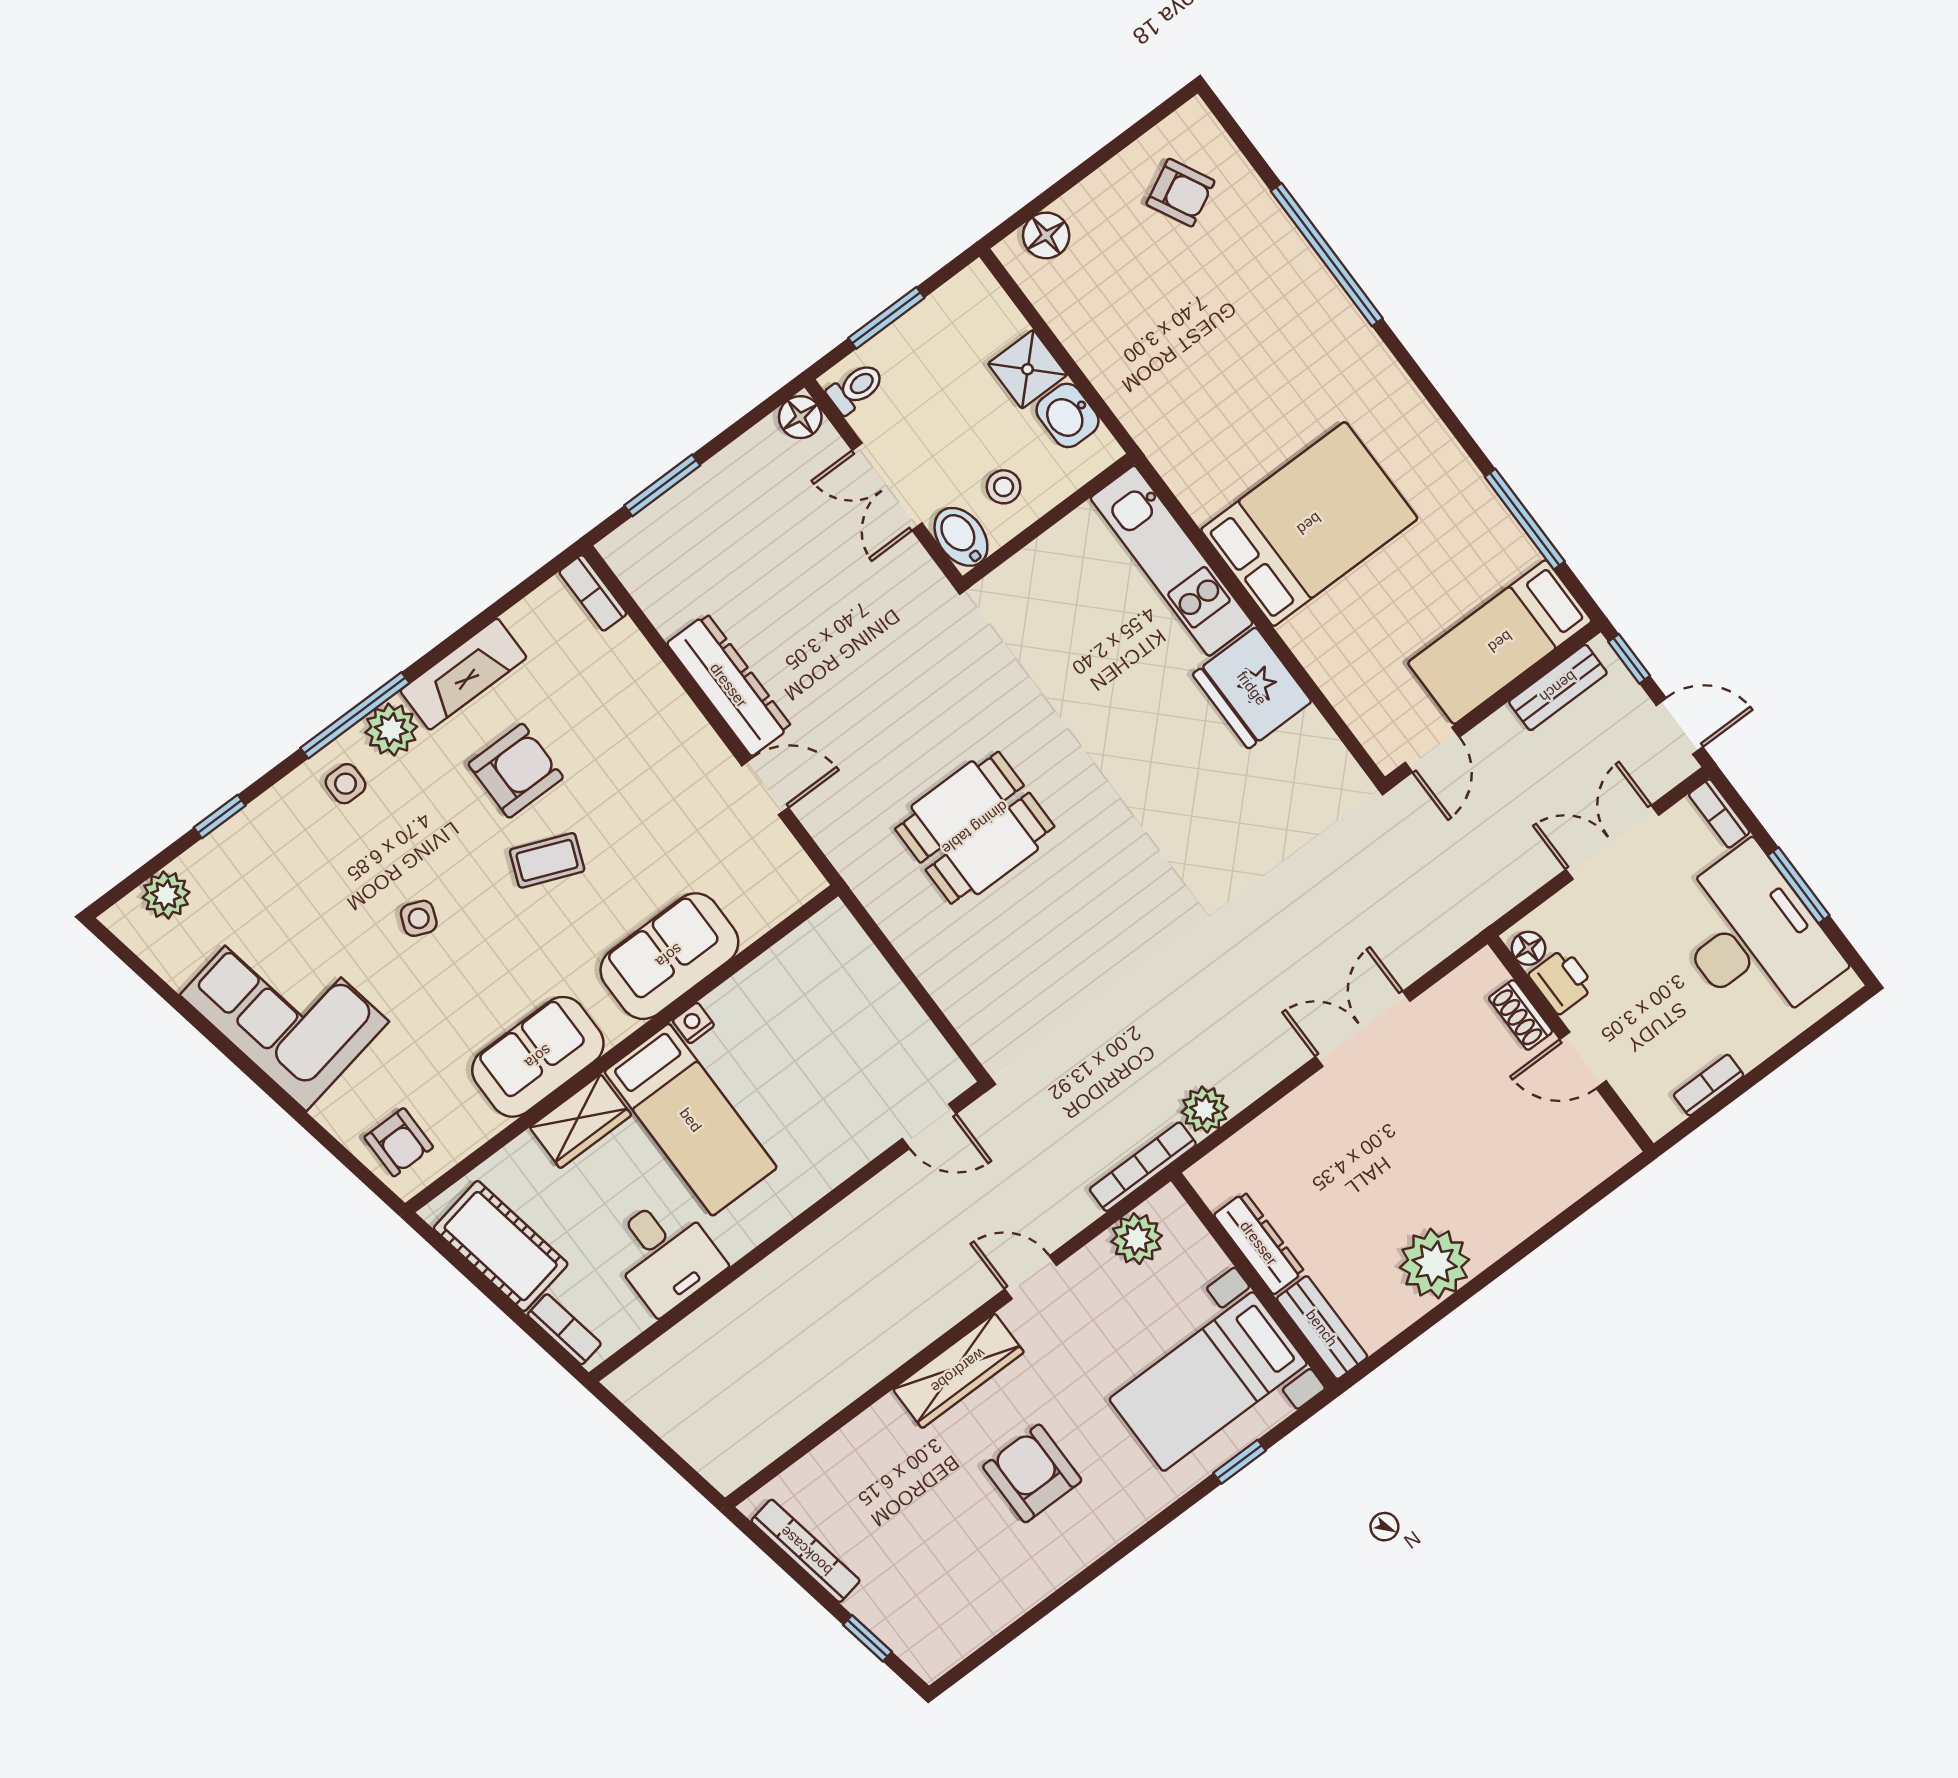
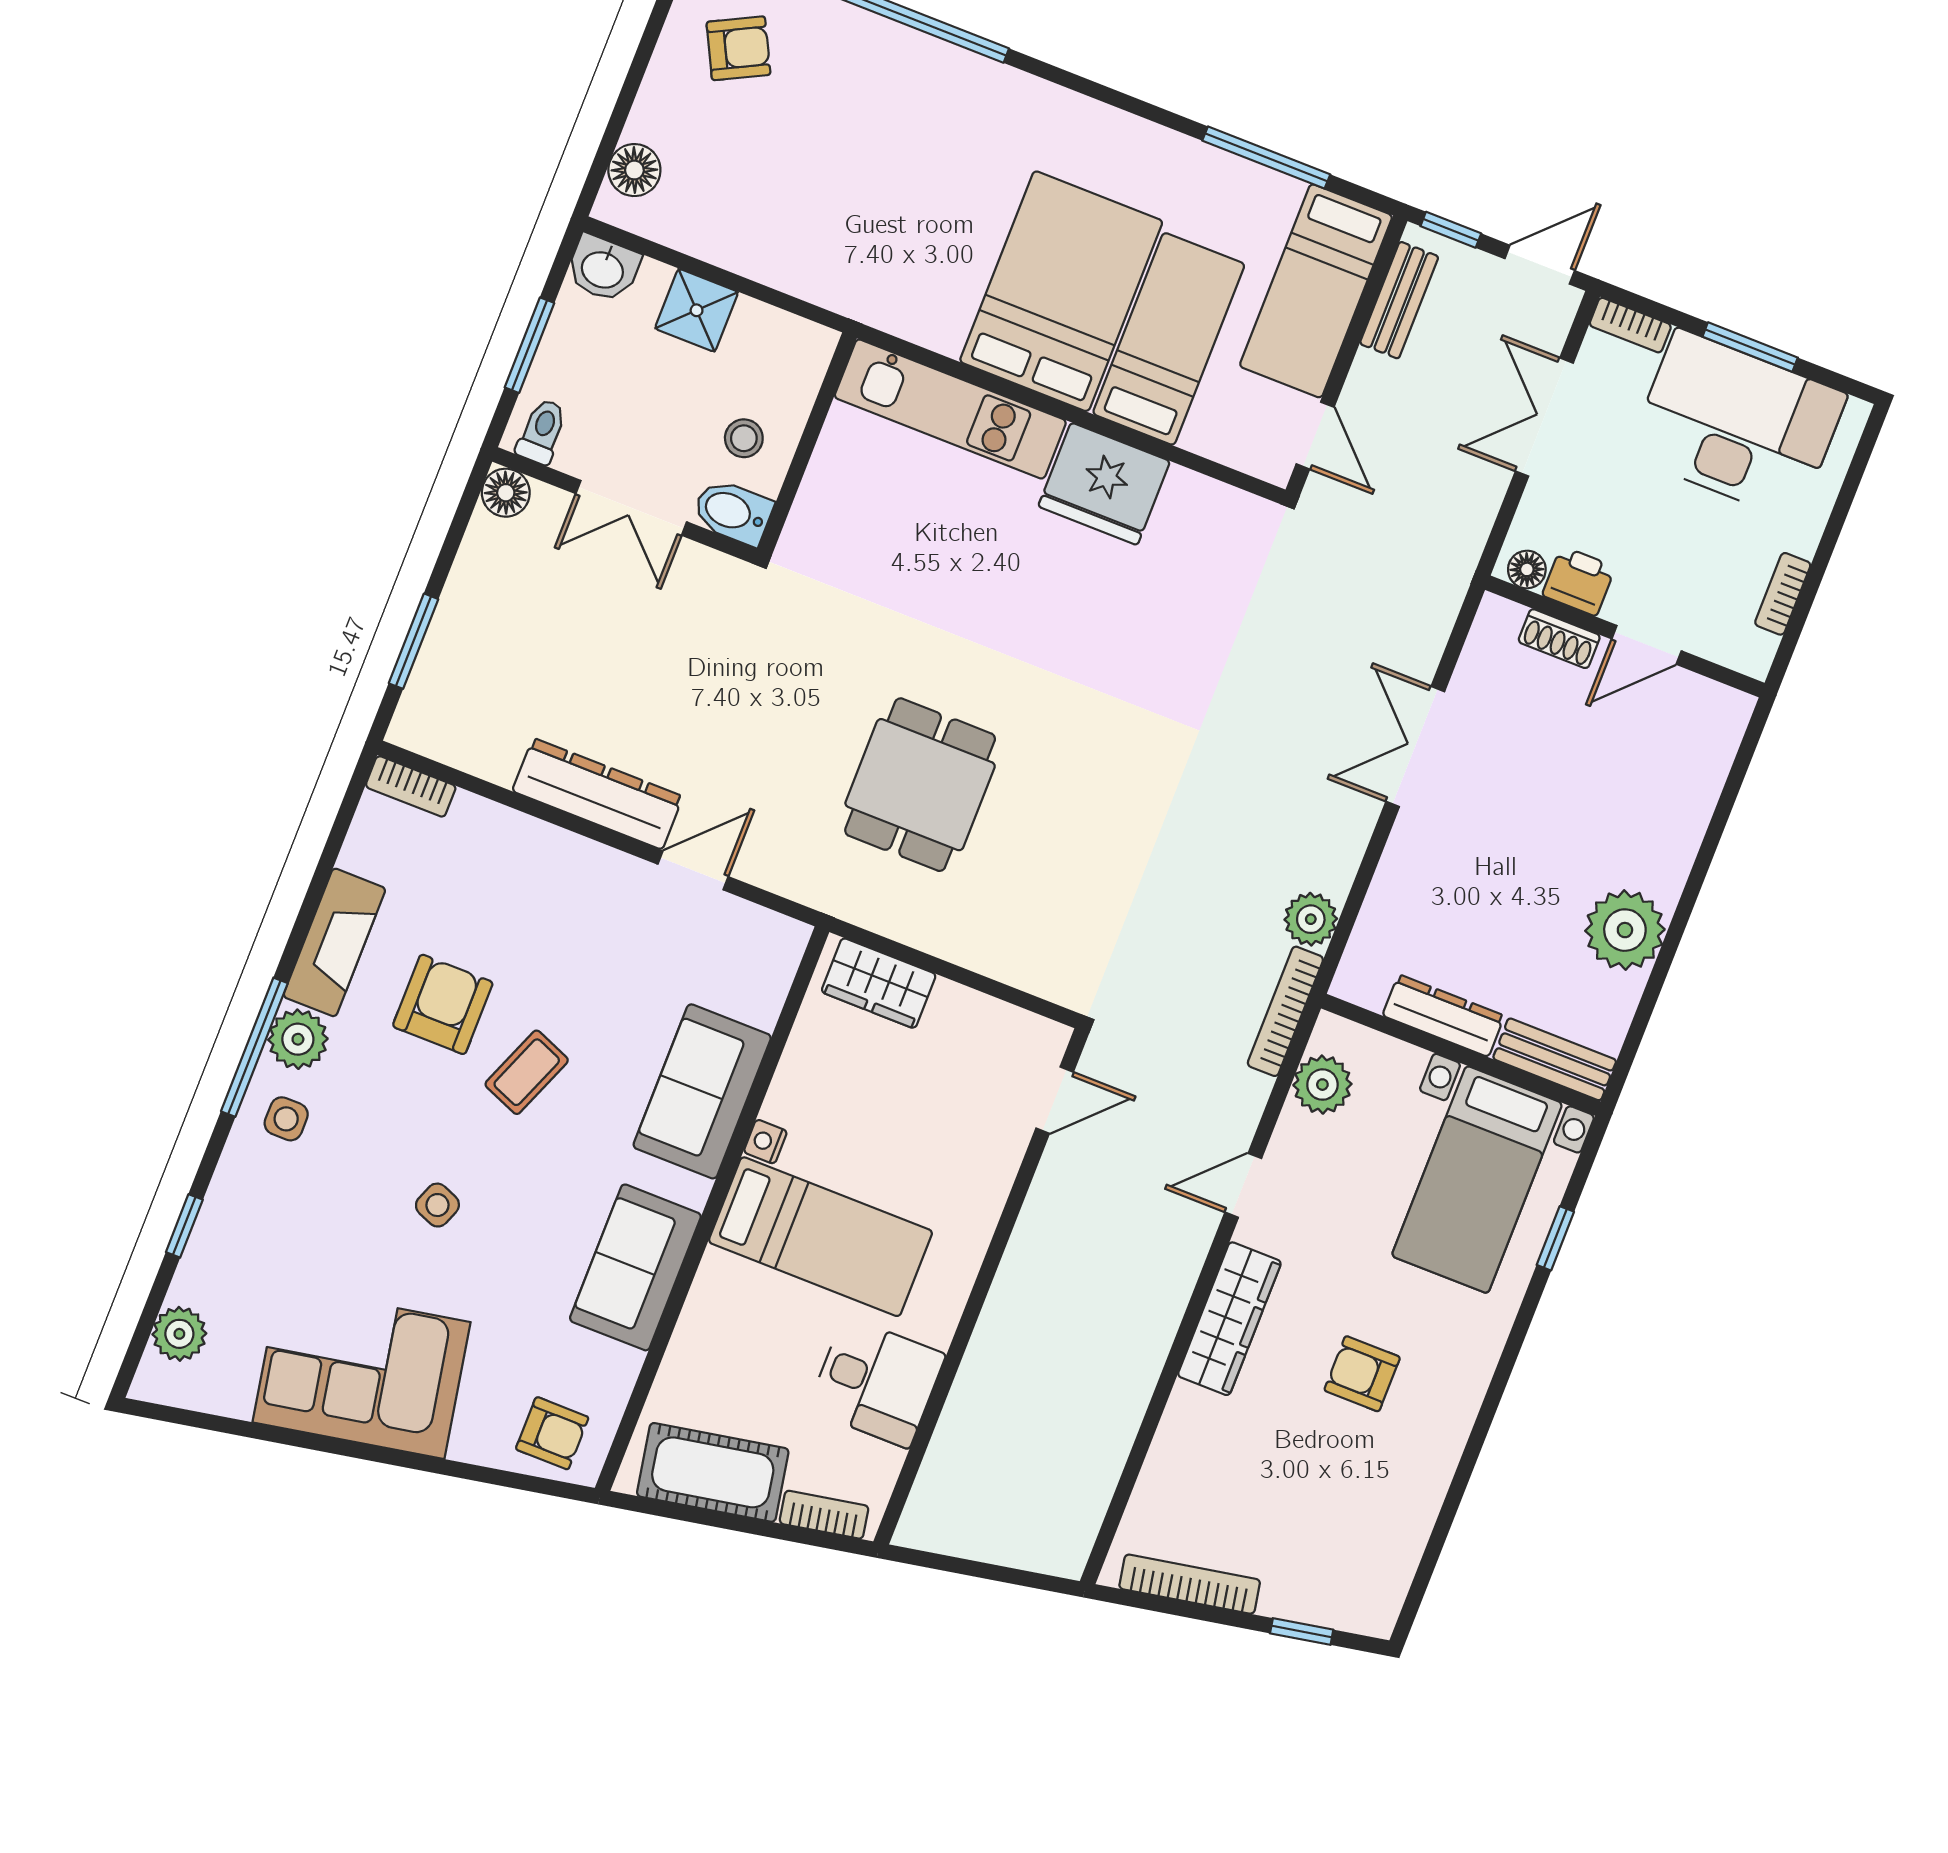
washbasin: (1068, 415) -> (603, 268), moved
bed: (1368, 610) -> (1169, 339), added
wardrobe: (580, 1121) -> (879, 983), moved, turned 90
armchair: (1032, 1473) -> (1362, 1374), width x0.72, depth x0.72

